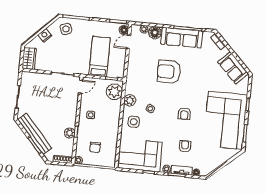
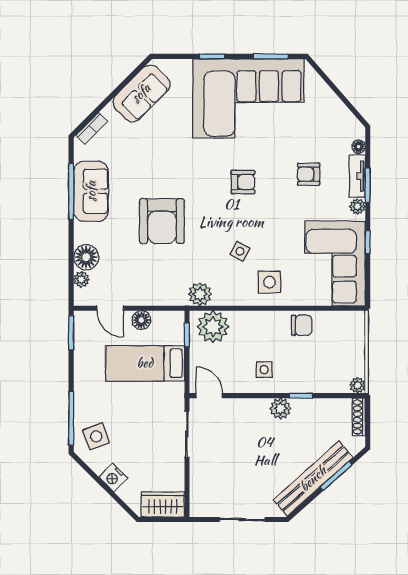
floor lamp: (124, 30) -> (141, 320), moved
sofa: (182, 38) -> (91, 191), width x0.73
plant: (130, 100) -> (200, 294), moved
plant: (70, 133) -> (281, 408), moved
chair: (95, 147) -> (302, 325), moved

